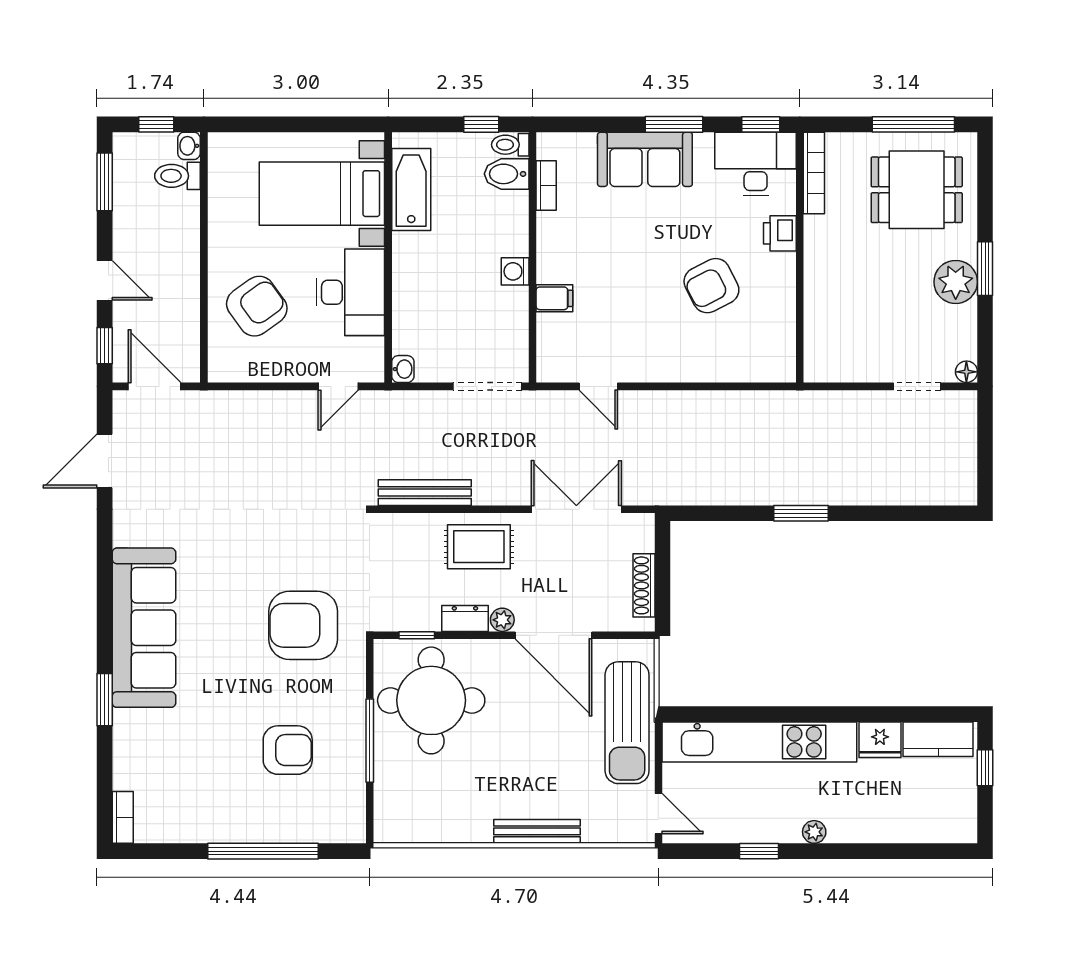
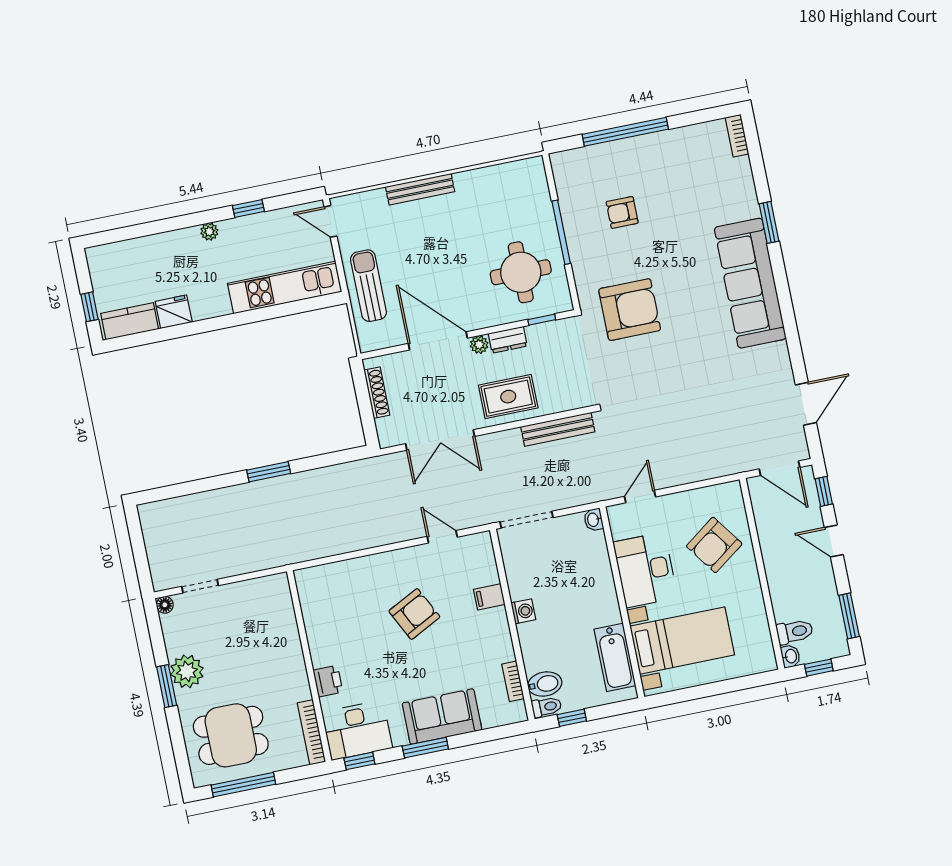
armchair: (711, 286) -> (414, 614), moved
round table: (431, 700) -> (521, 272), width x0.73, depth x0.73
sun lounger: (627, 723) -> (368, 286), width x0.73, depth x0.75
kitchen unit: (759, 742) -> (285, 288), width x0.73
armchair: (288, 750) -> (622, 212), width x0.72, depth x0.72

